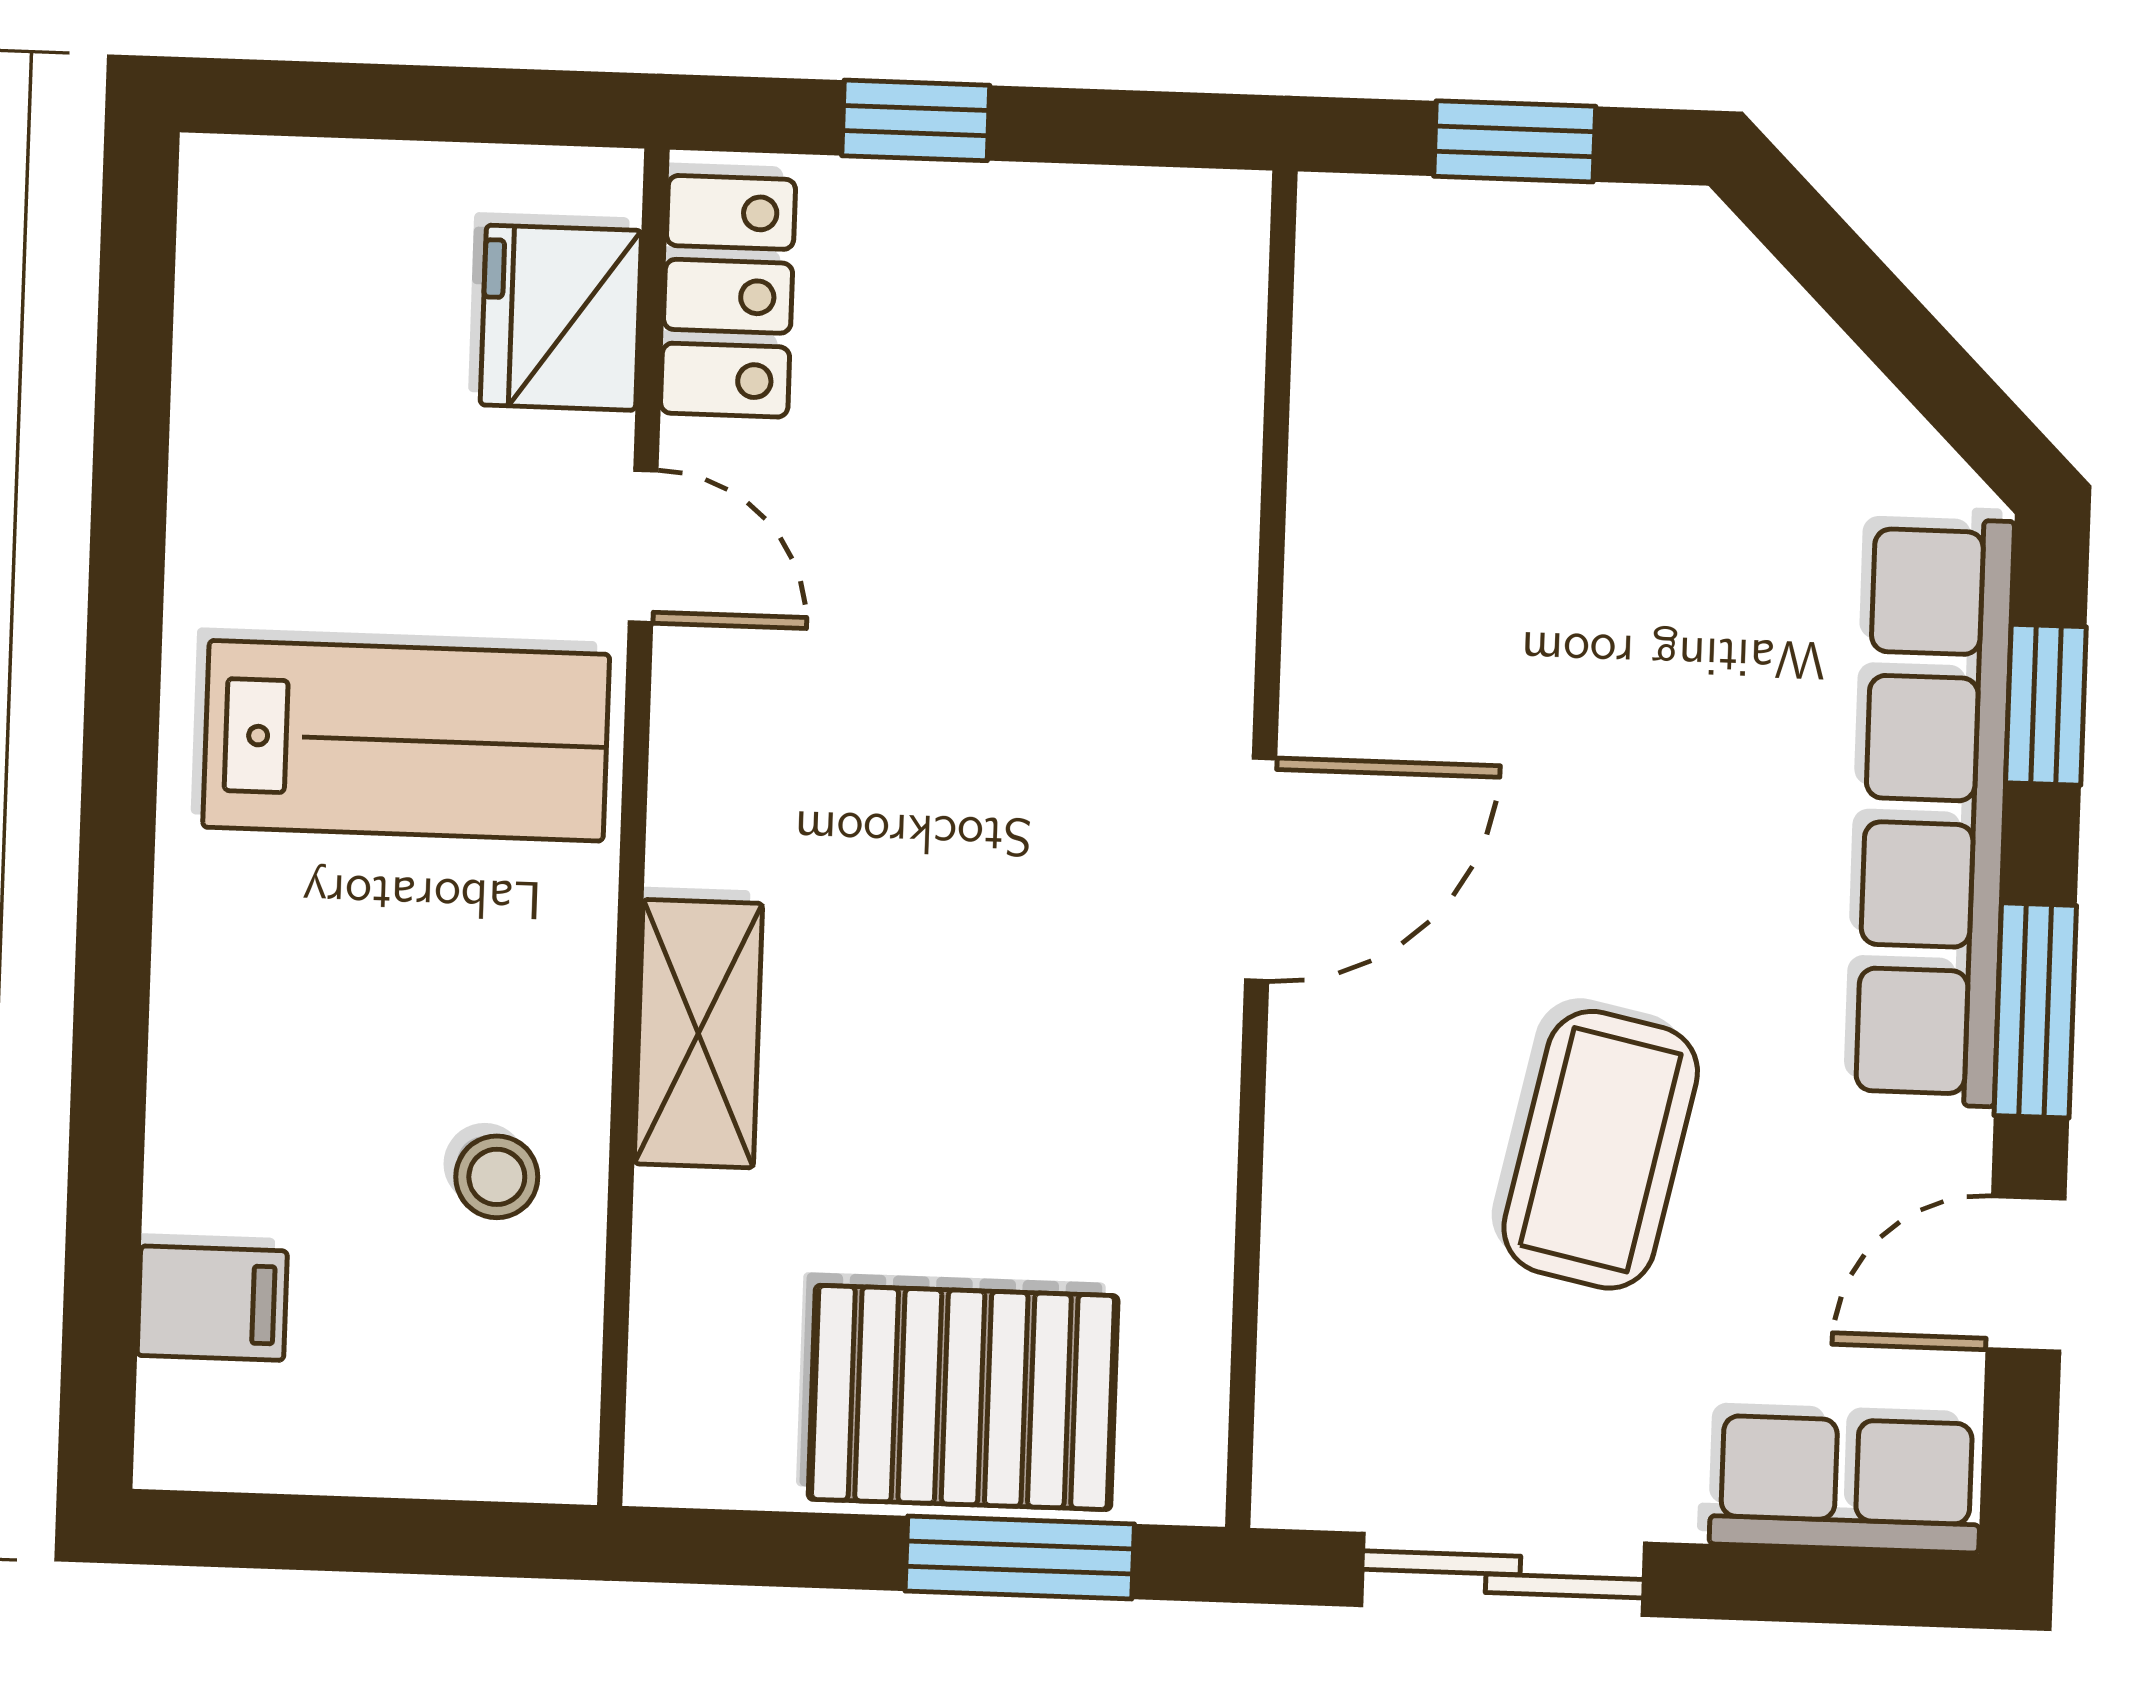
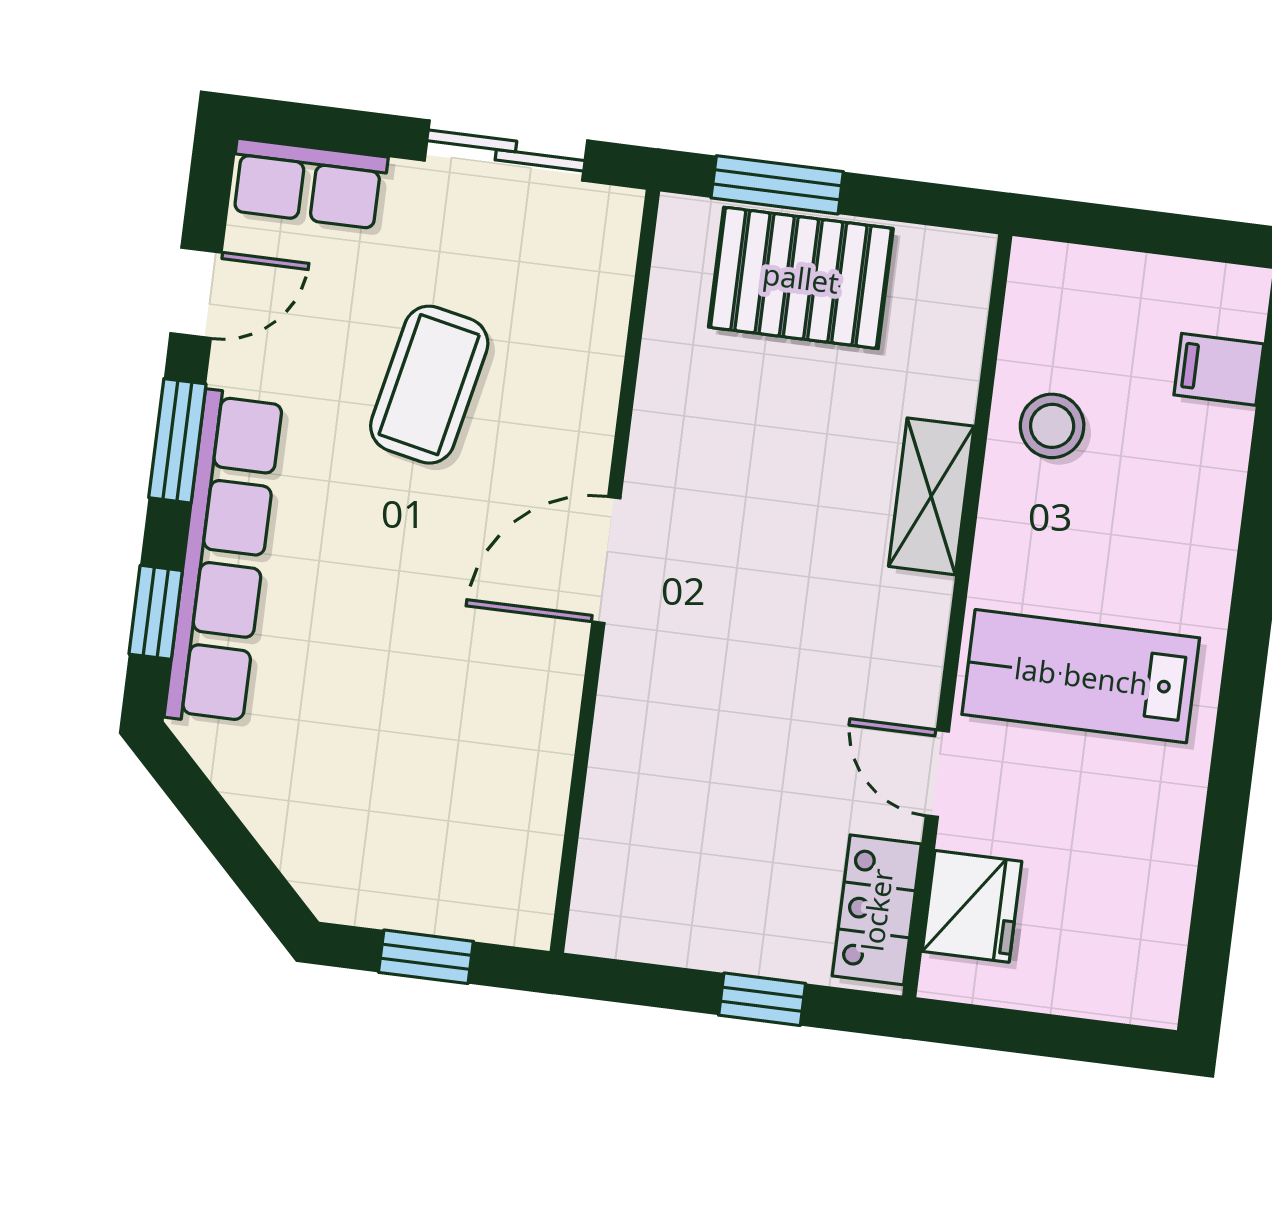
stool: (497, 1177) -> (1052, 426), width x1.37, depth x1.37

